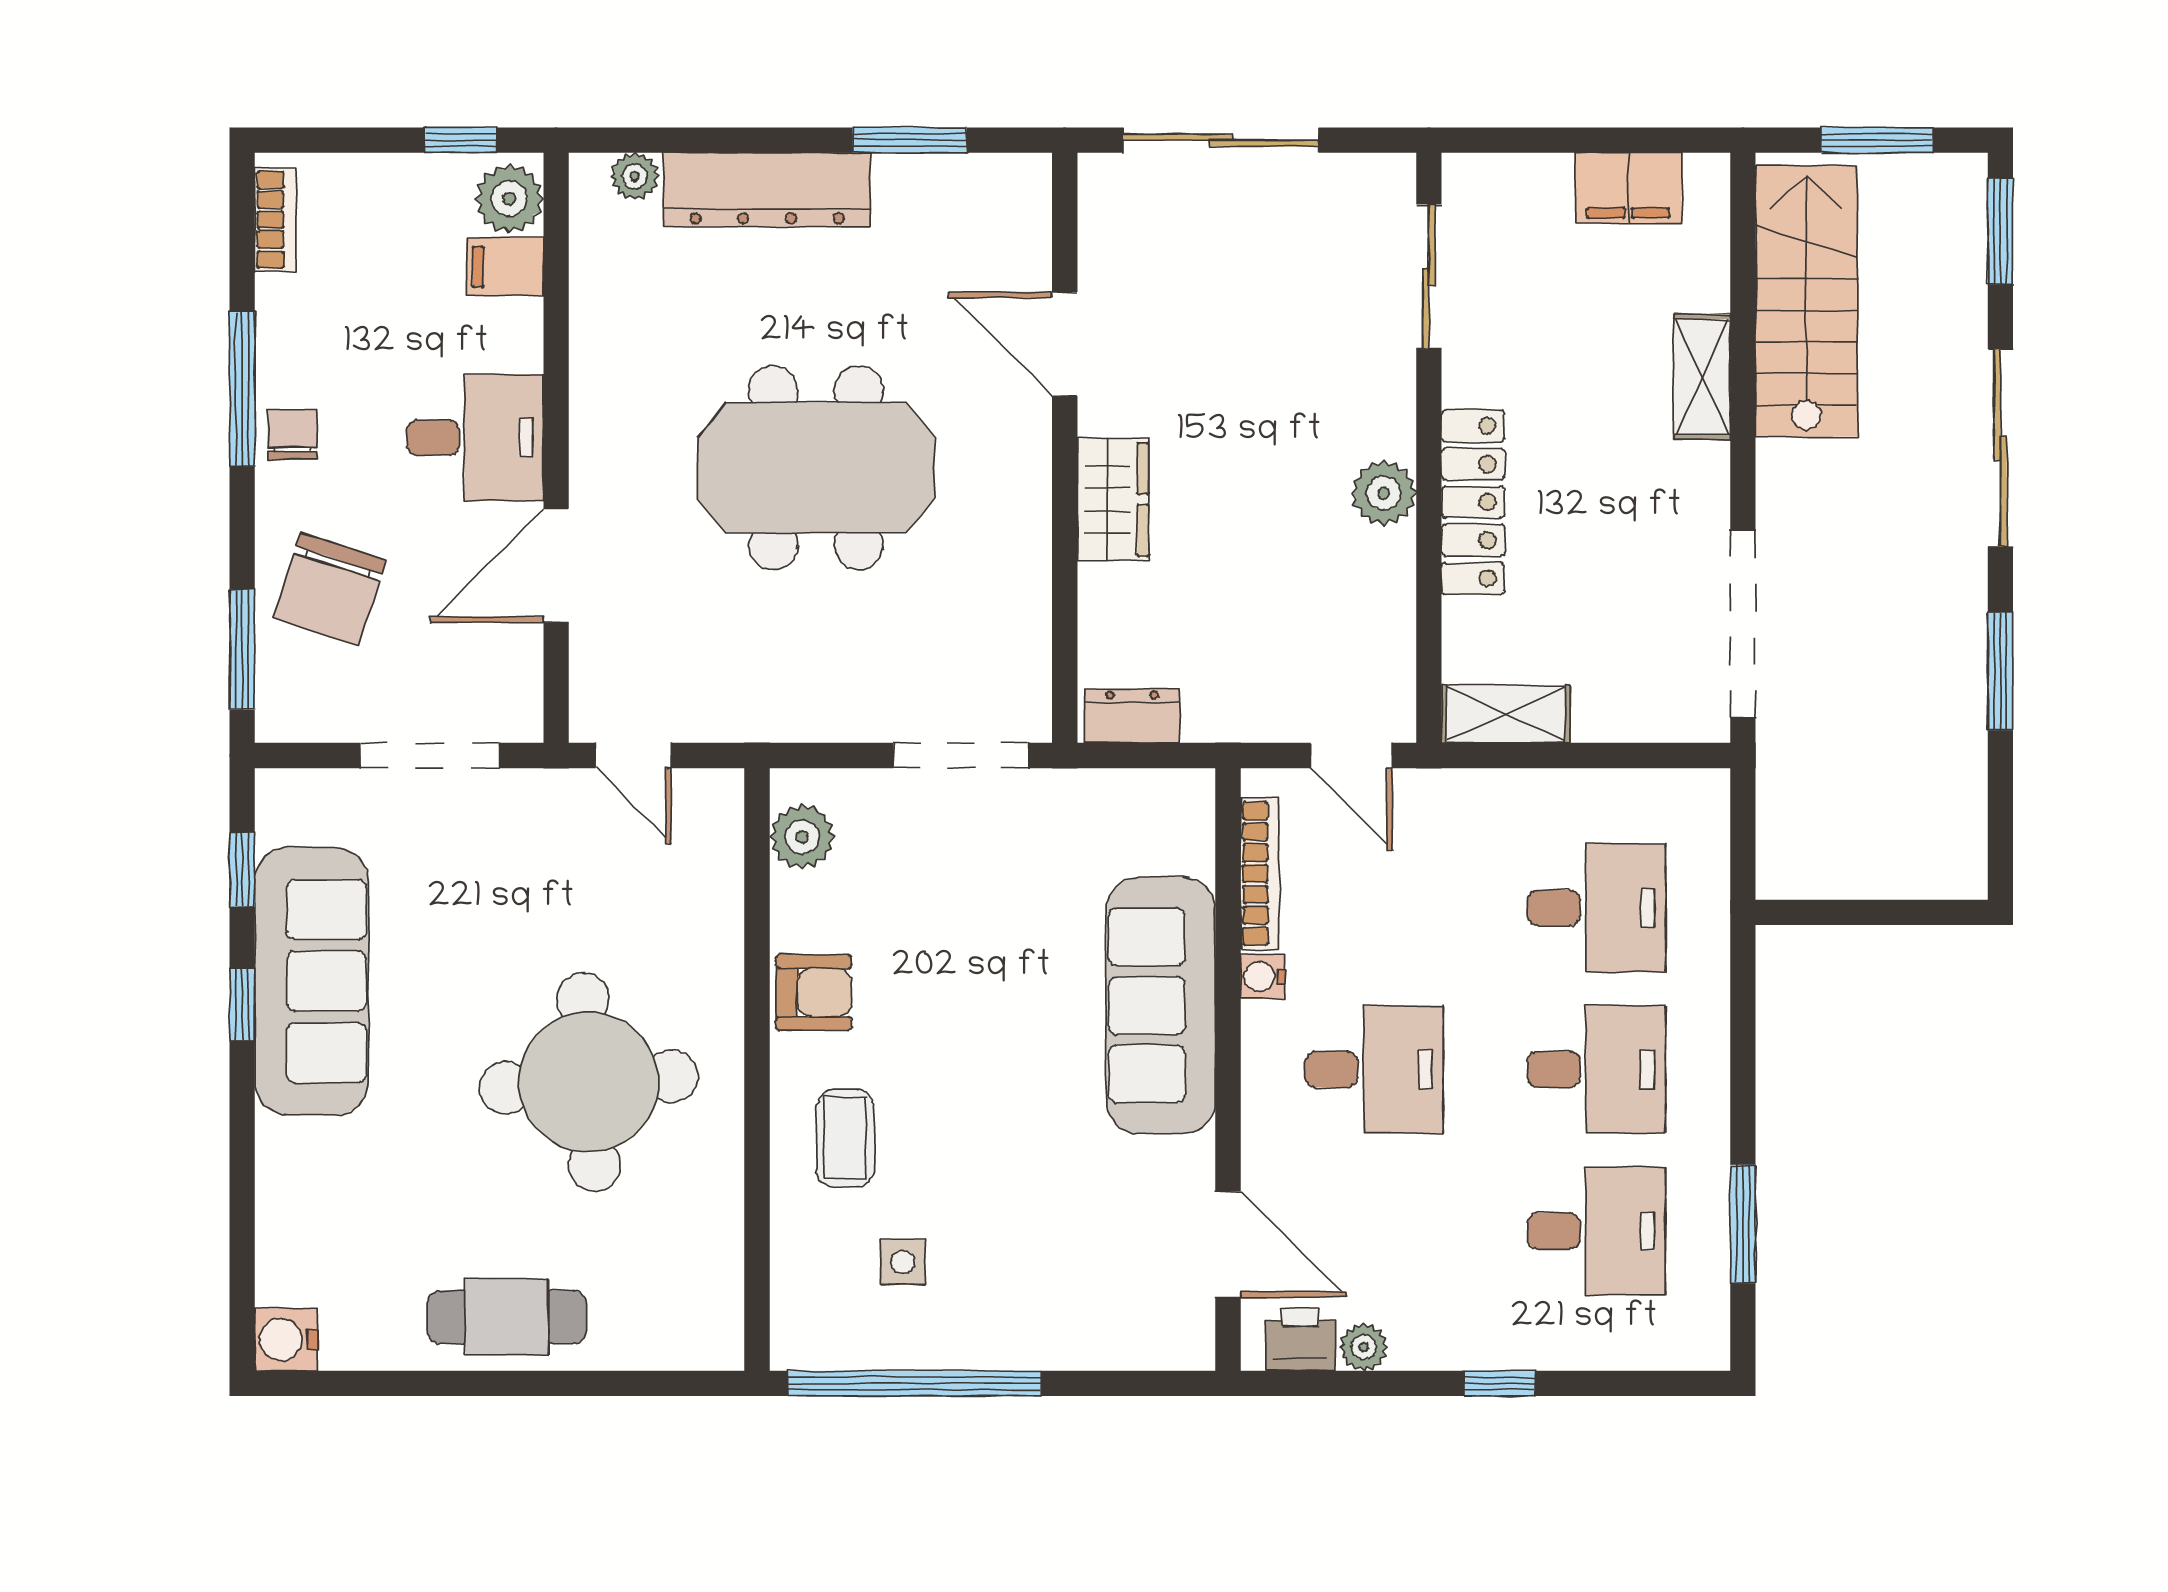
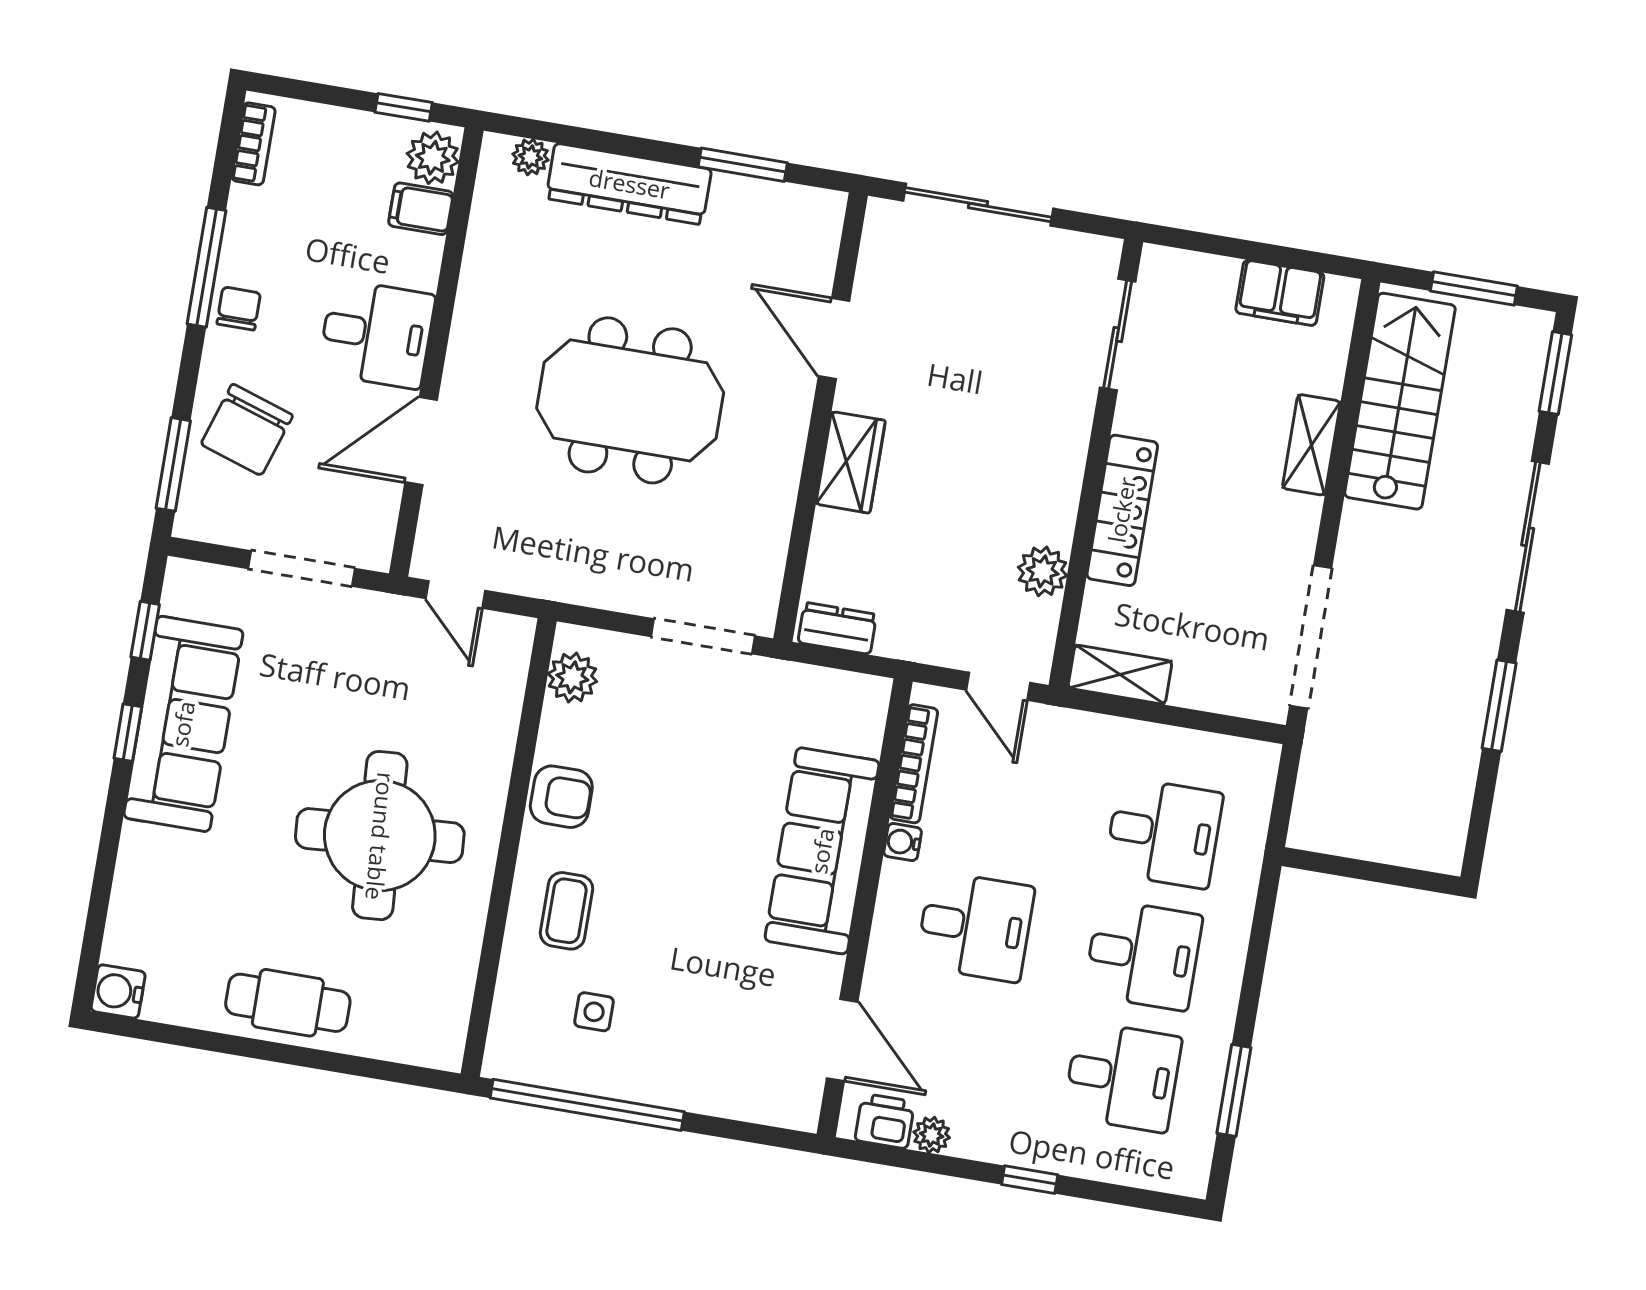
plant: (1384, 493) -> (1043, 571), moved

